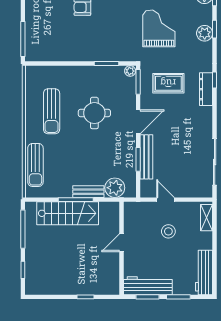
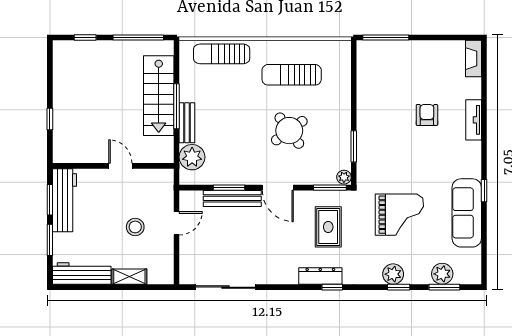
round table: (94, 113) -> (289, 131), turned -36
shelving: (207, 218) -> (129, 277), moved

